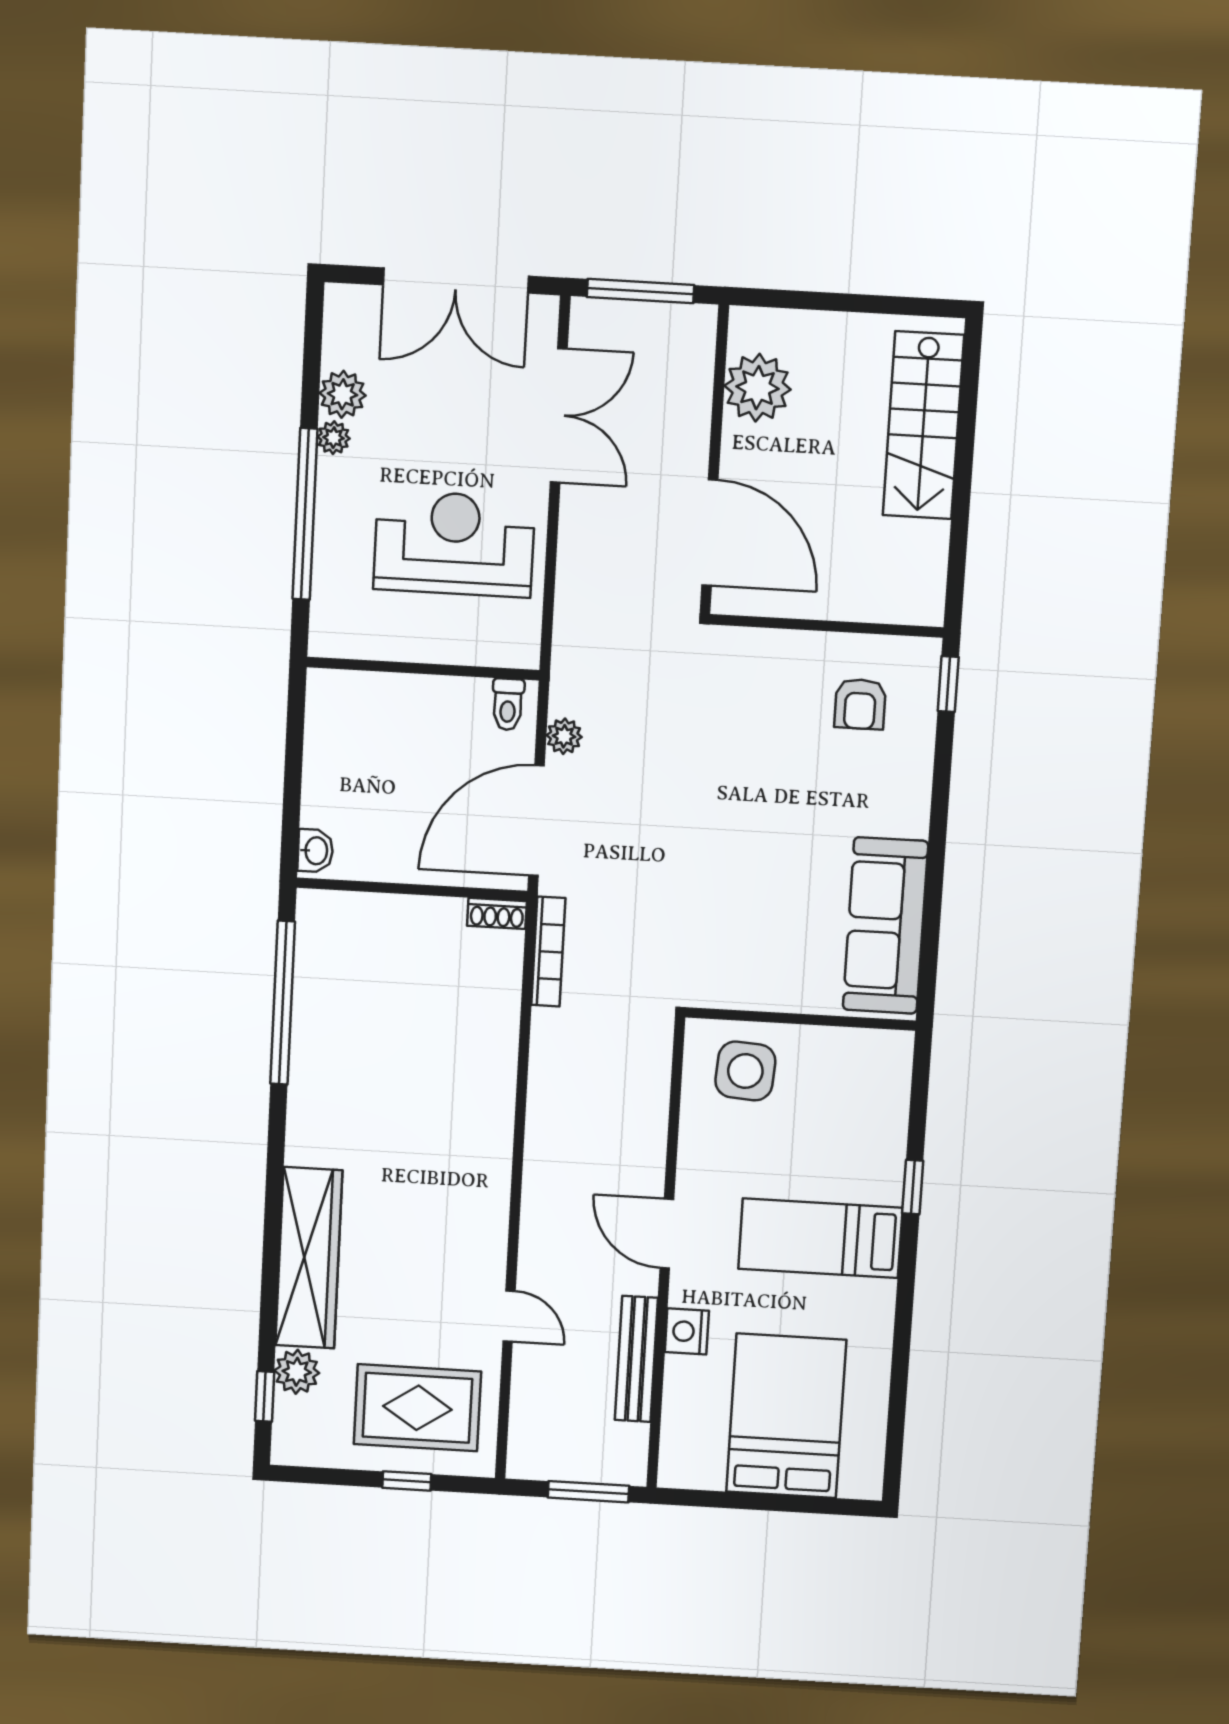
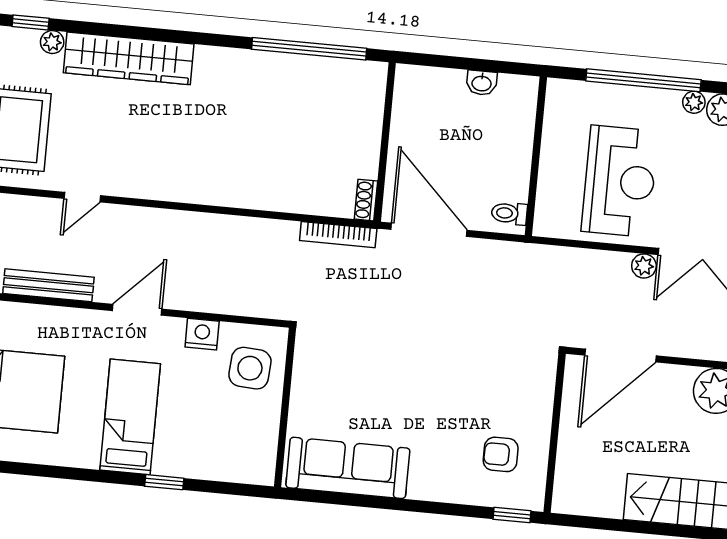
plant: (564, 736) -> (644, 266), moved
washbasin: (315, 851) -> (482, 83), moved
nightstand: (687, 1331) -> (202, 334), moved
plant: (297, 1372) -> (52, 42), width x0.73, depth x0.73

